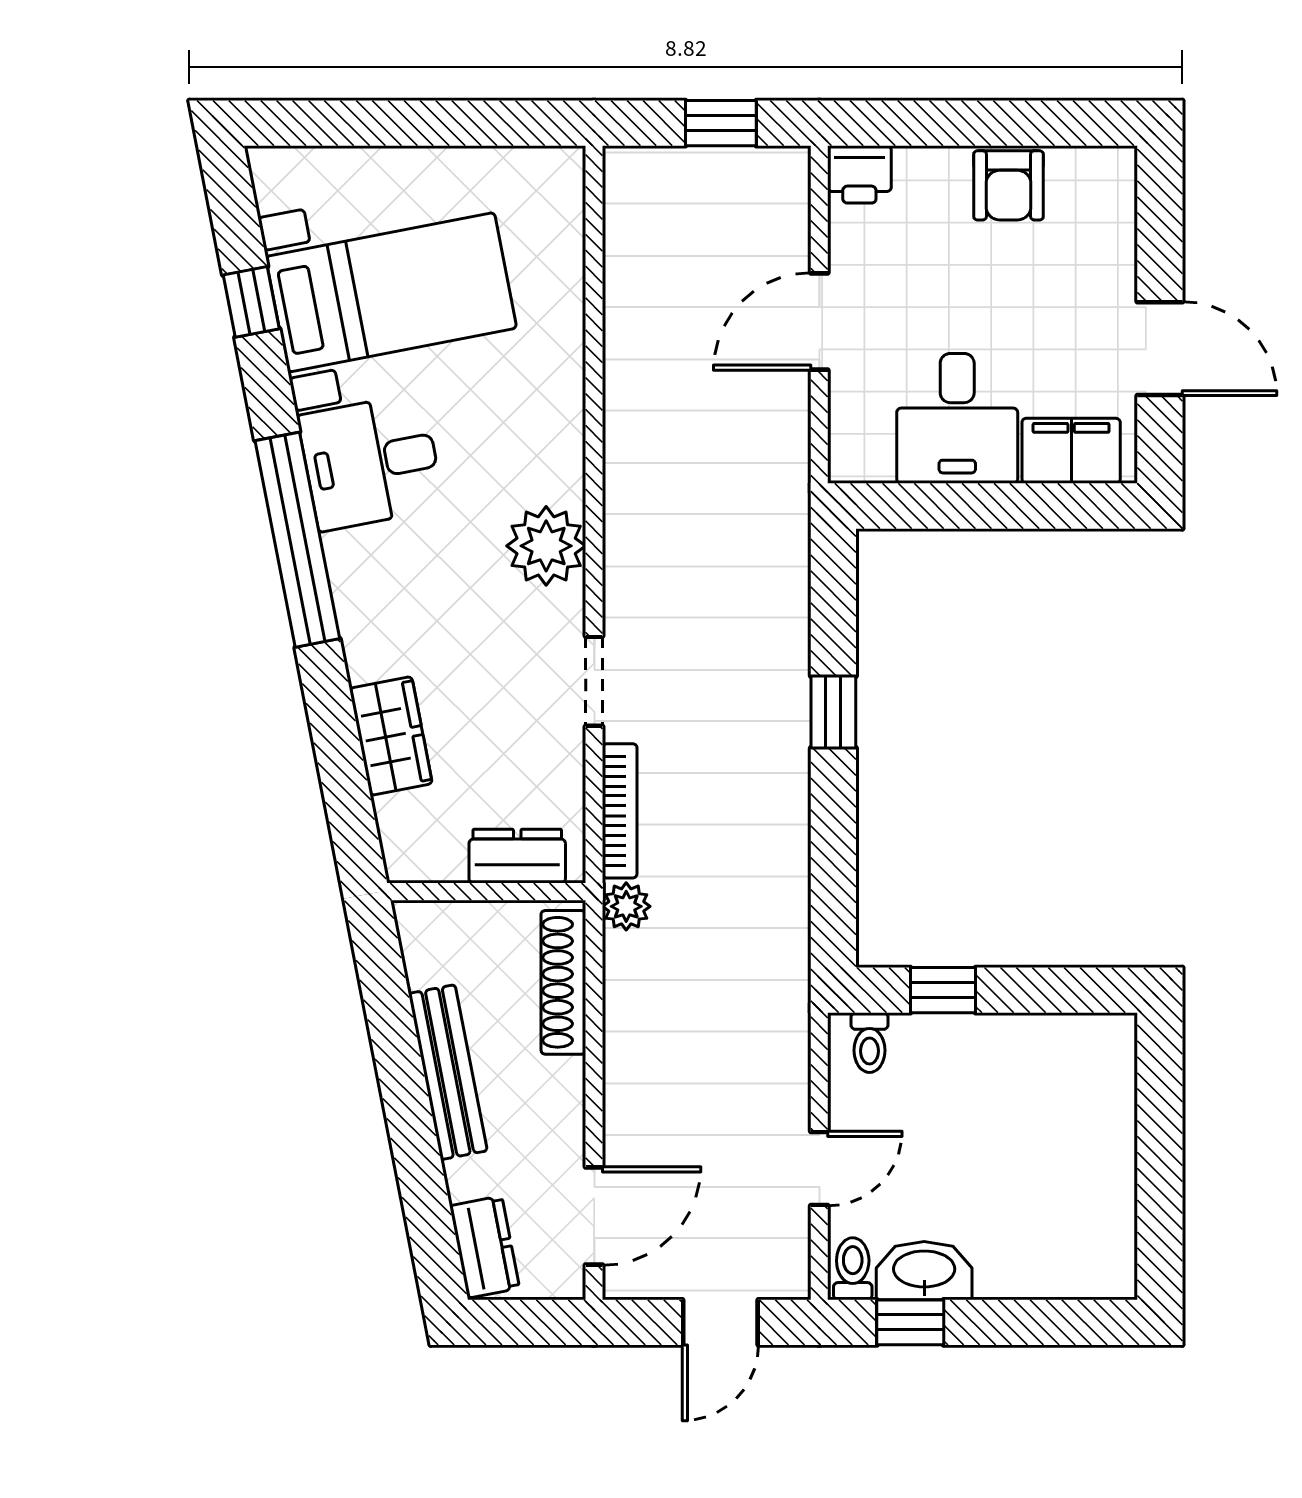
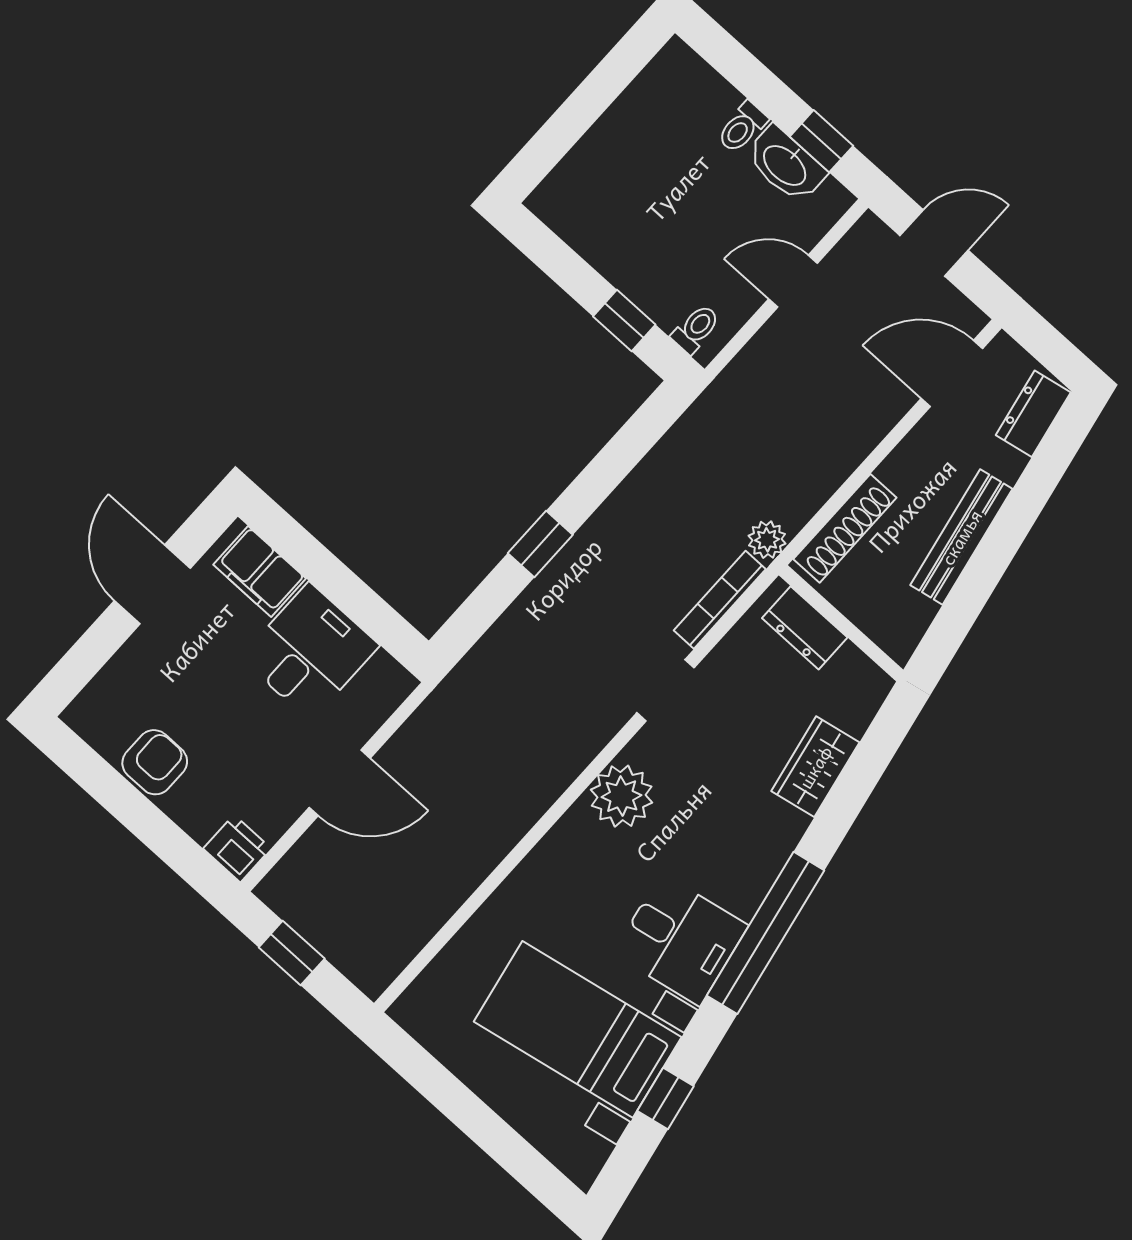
toilet: (853, 1269) -> (742, 127), moved

